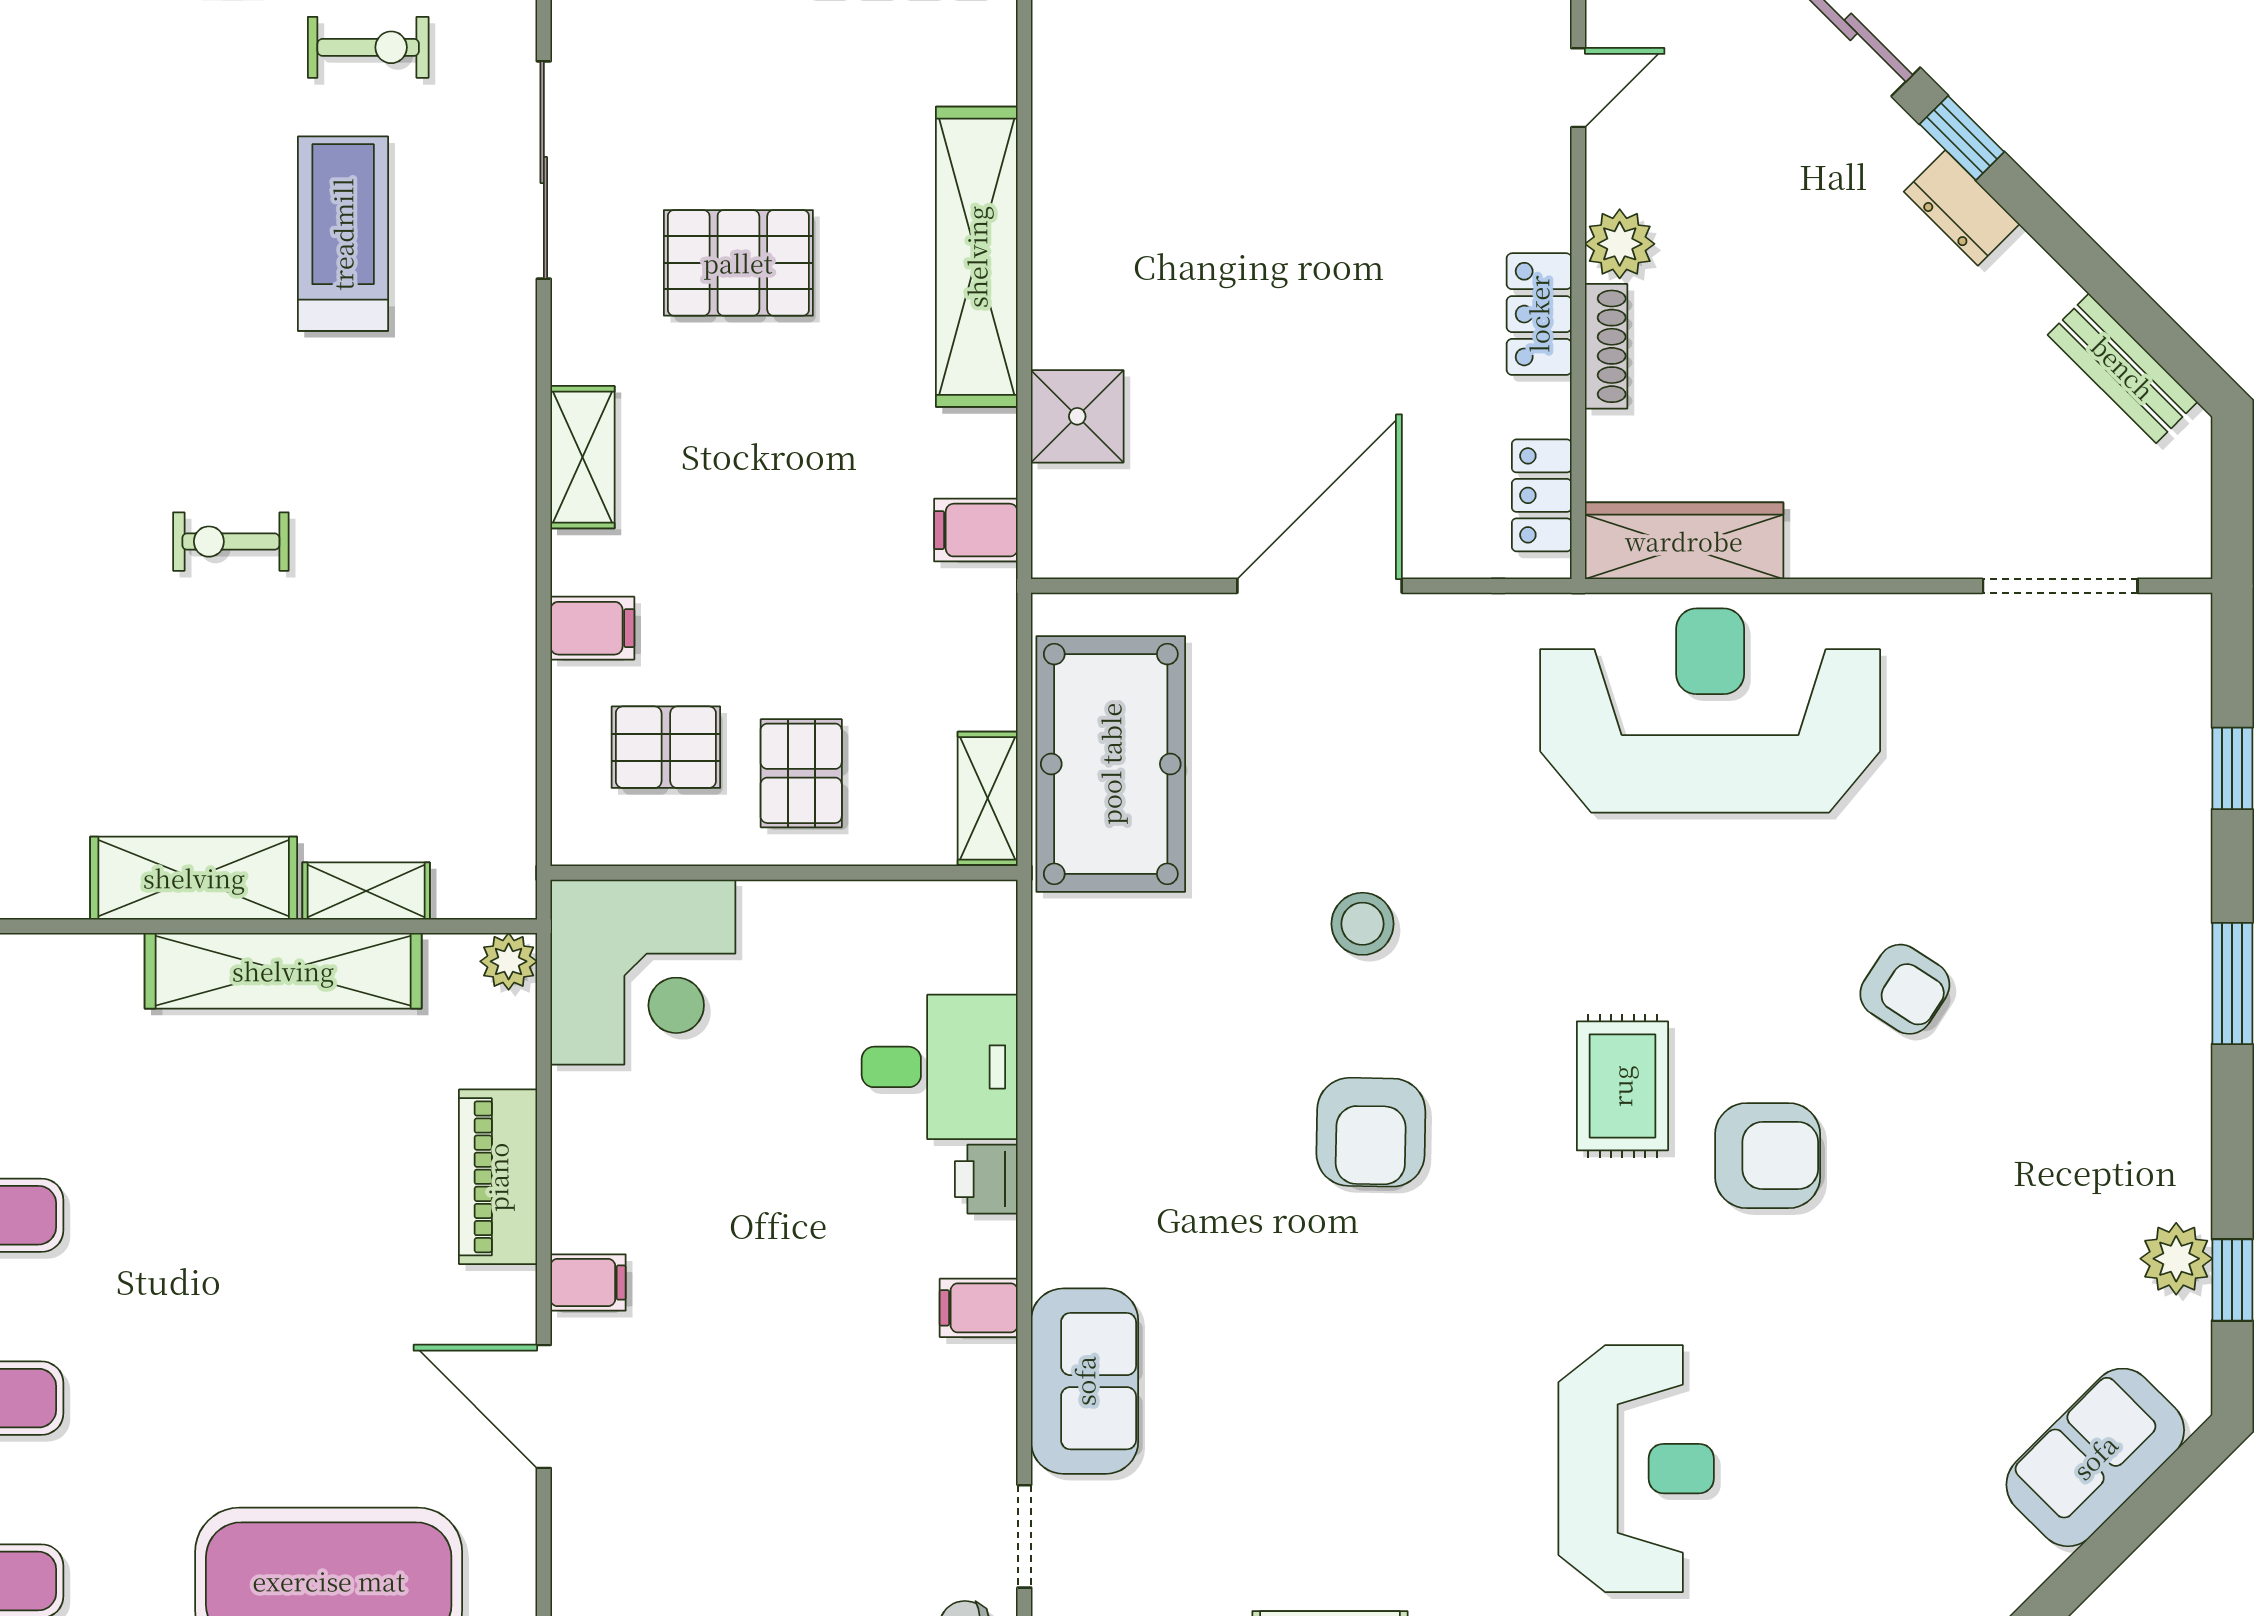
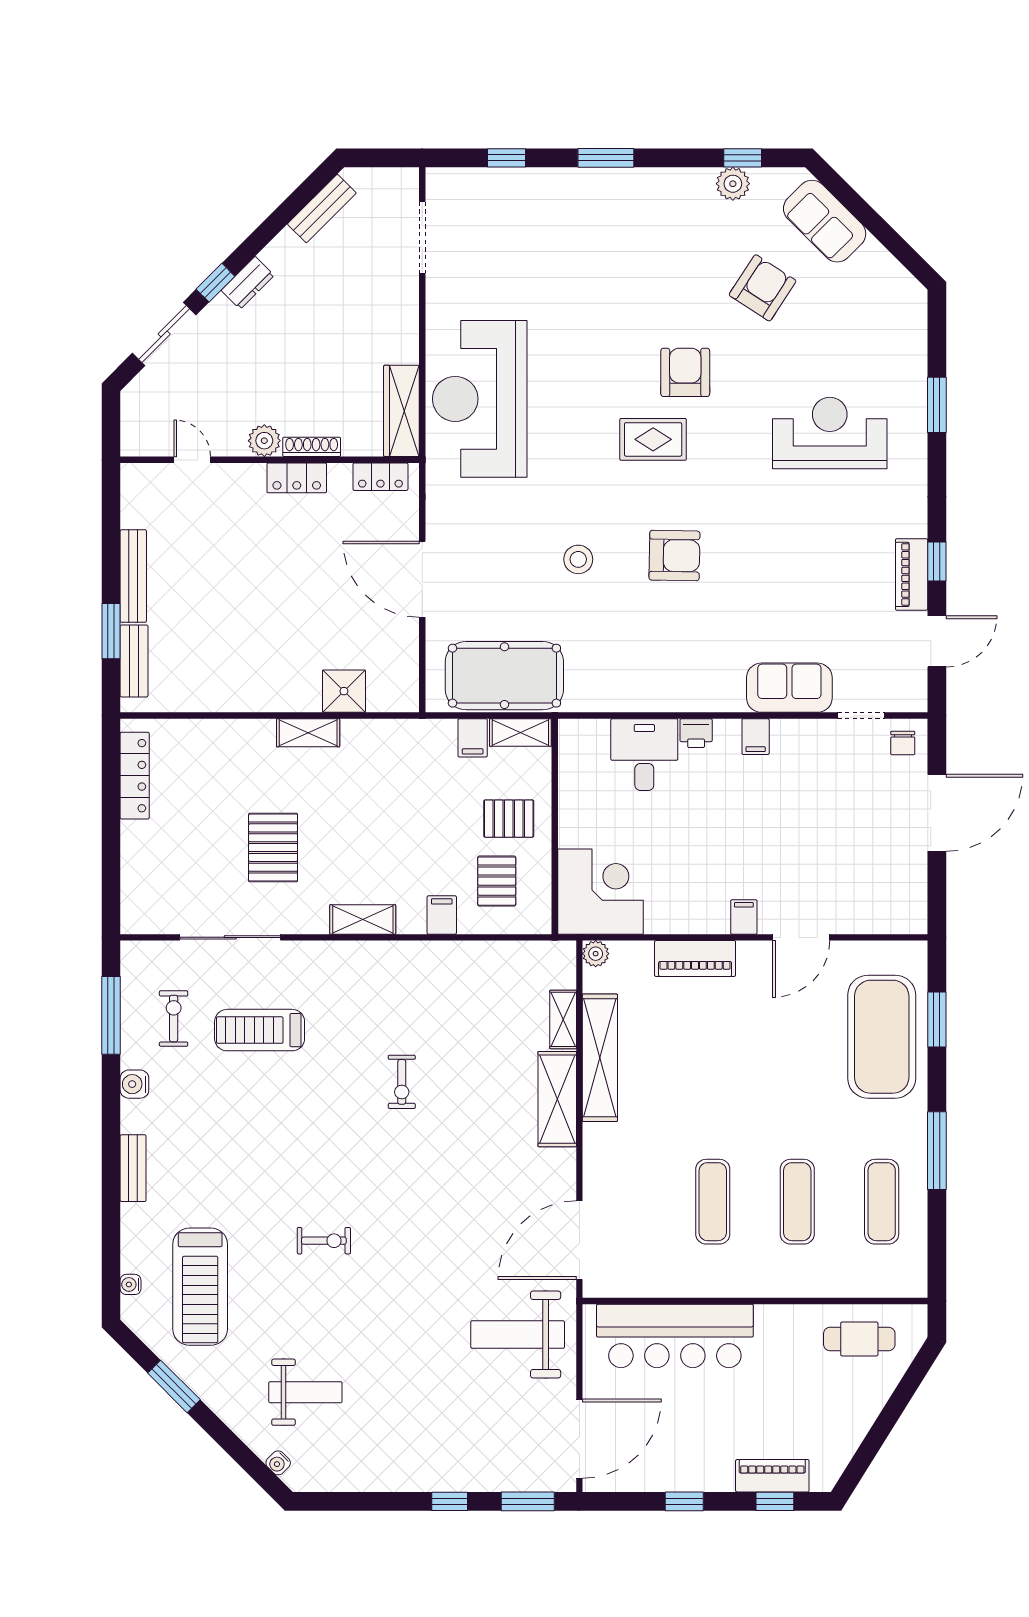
shelving: (977, 257) -> (308, 733), width x0.45, depth x0.75
filing cabinet: (976, 530) -> (473, 738), moved
armchair: (1905, 989) -> (763, 288), moved, width x1.38, depth x1.38

